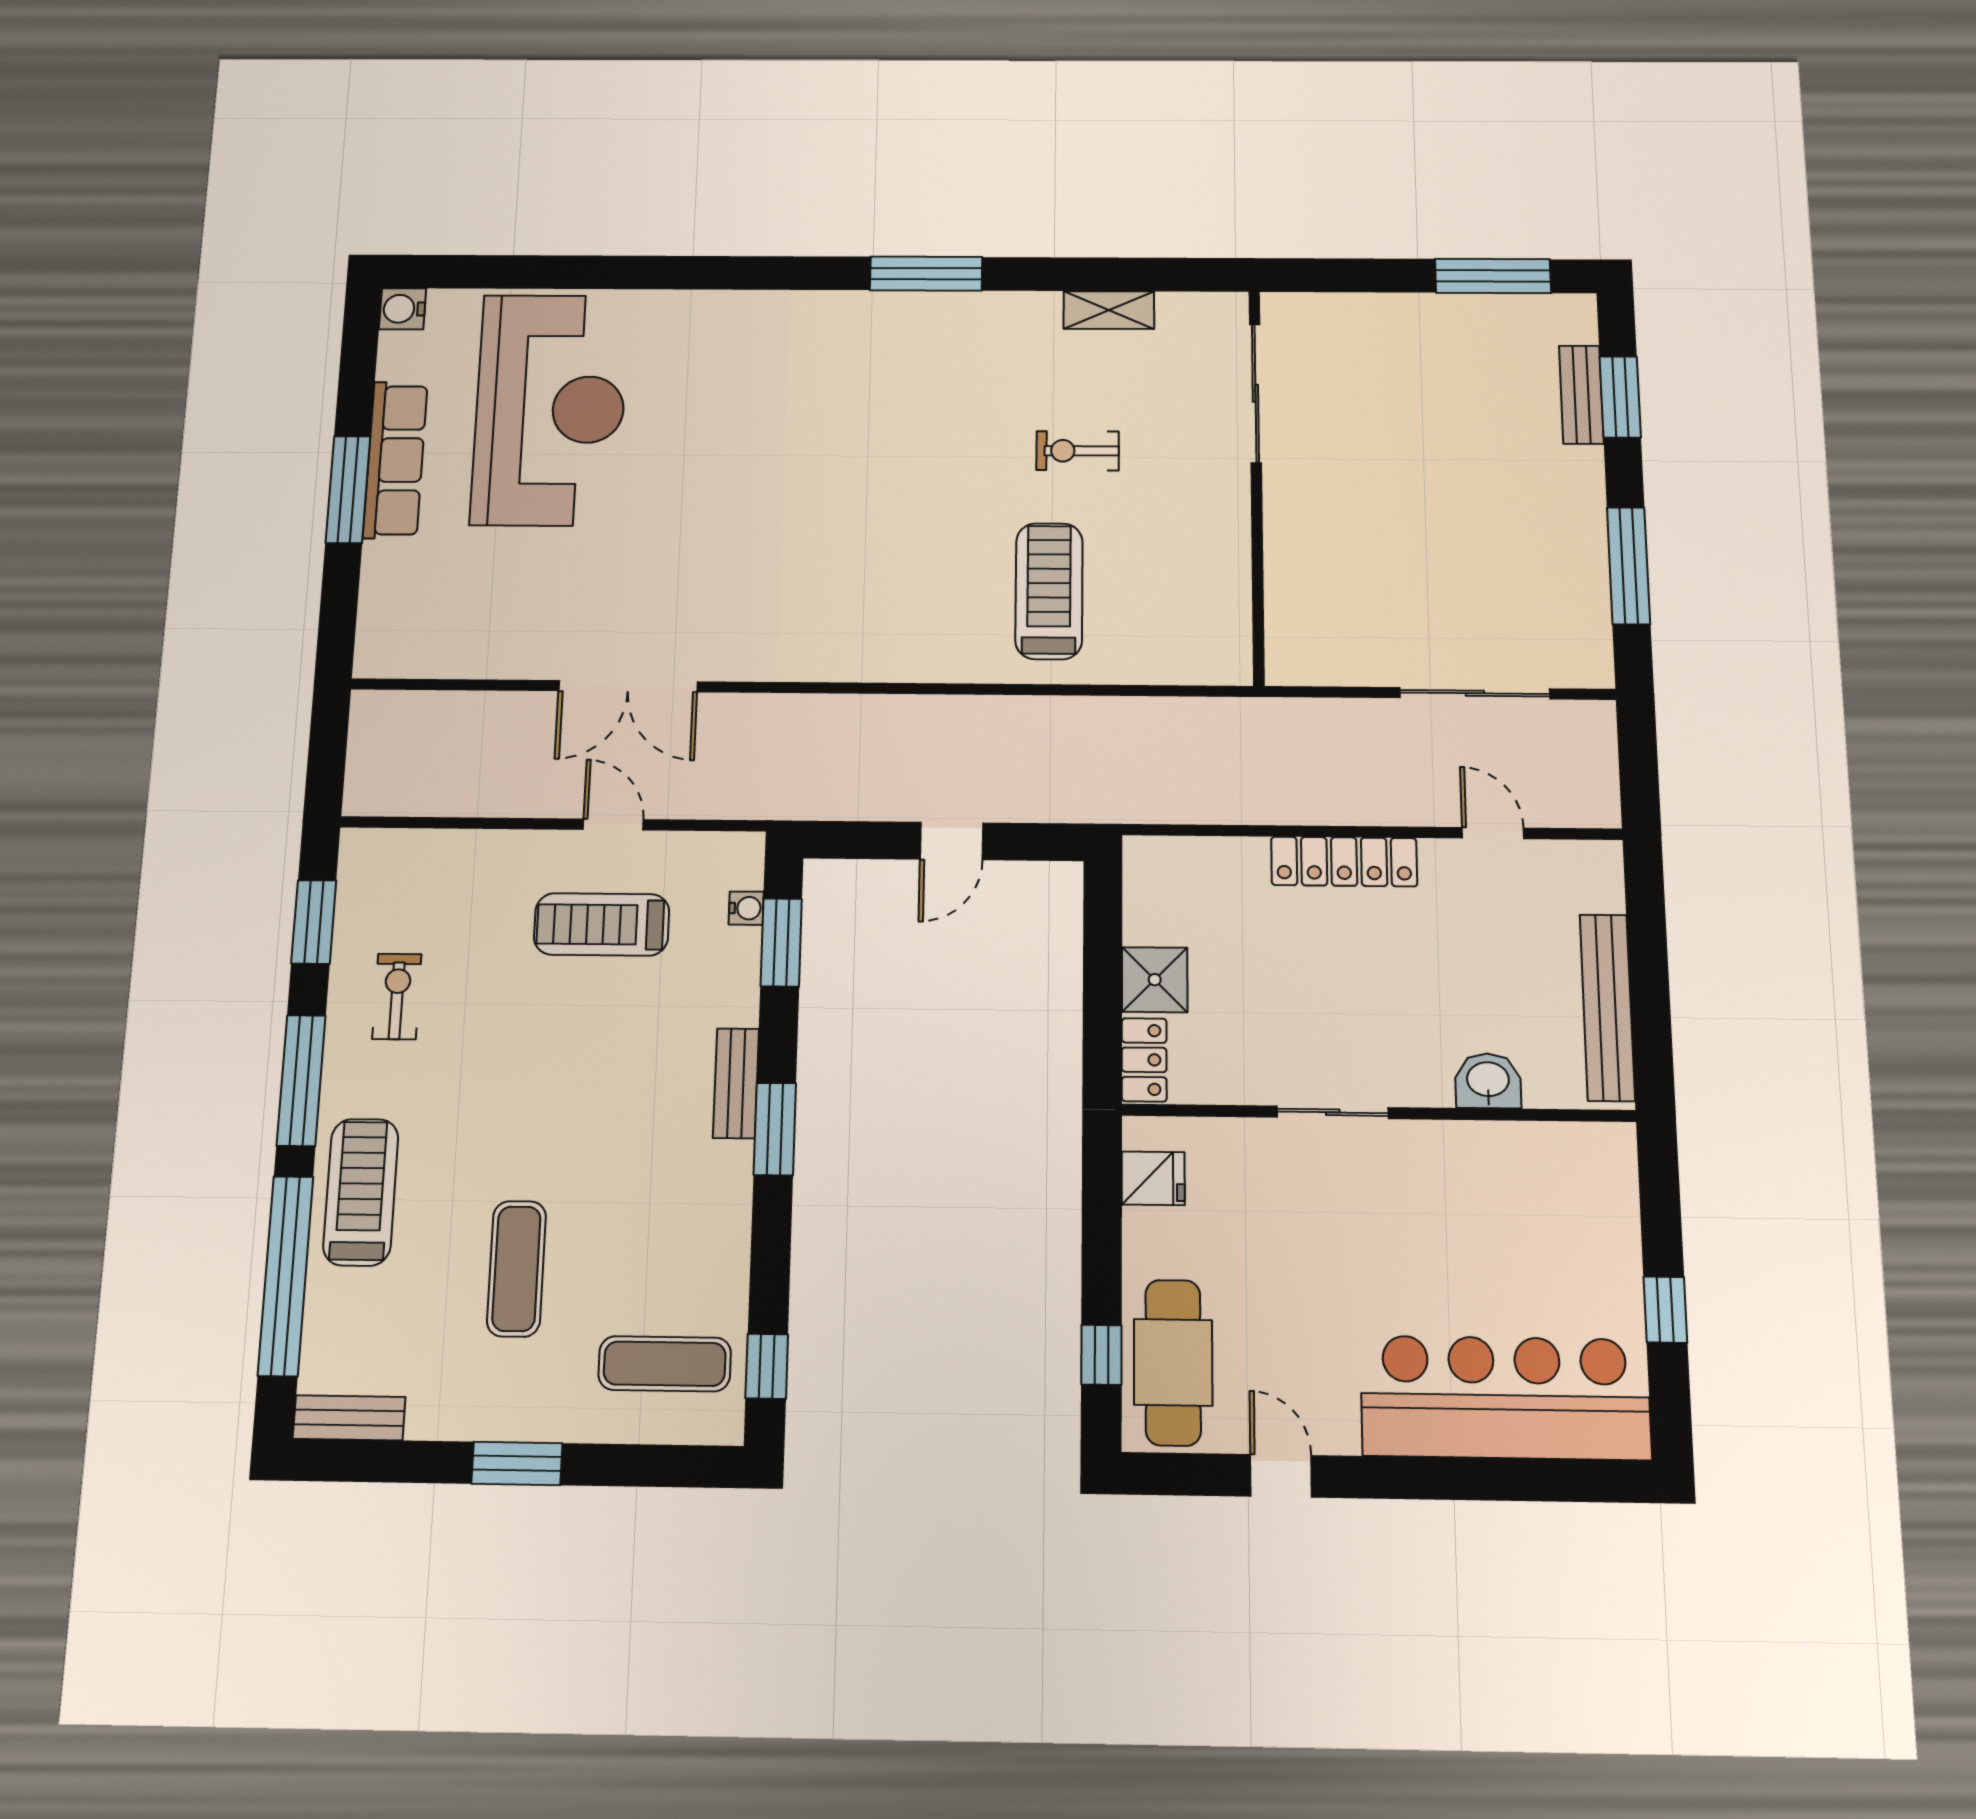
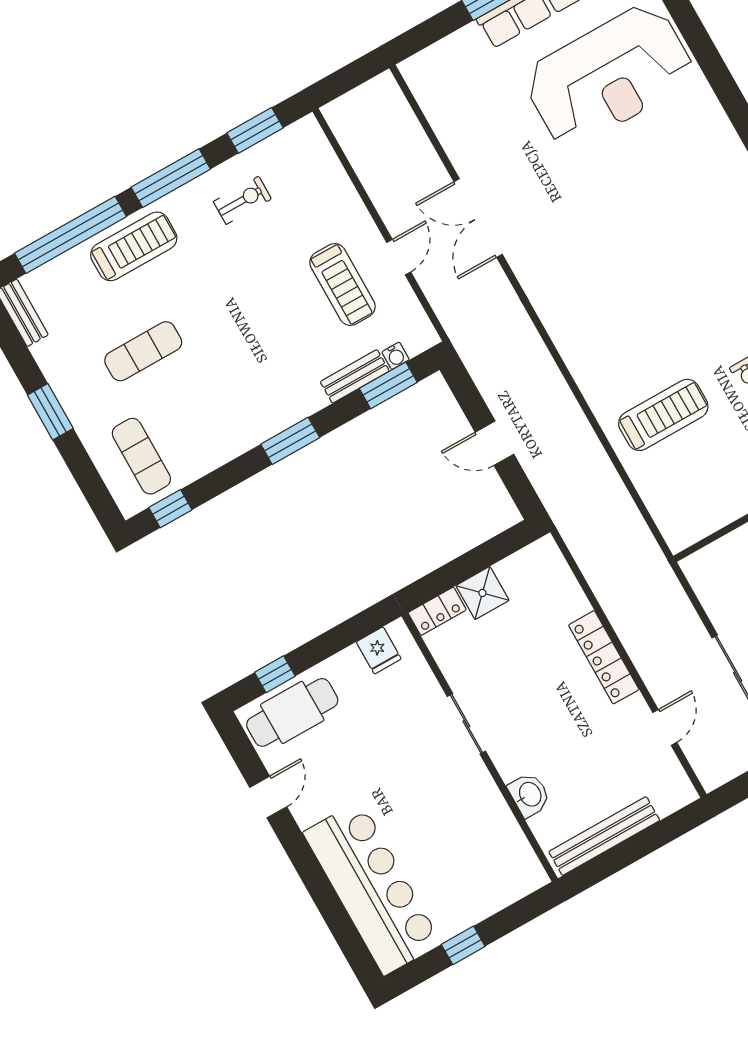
treadmill: (602, 924) -> (343, 284), turned 180
bench: (736, 1083) -> (355, 376), moved

